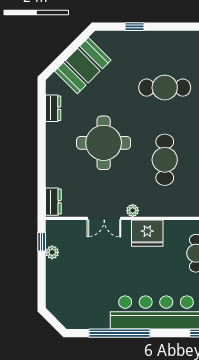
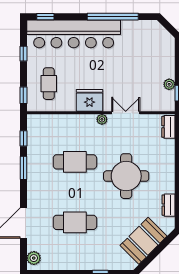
cafe table: (165, 160) -> (75, 162), turned 90

